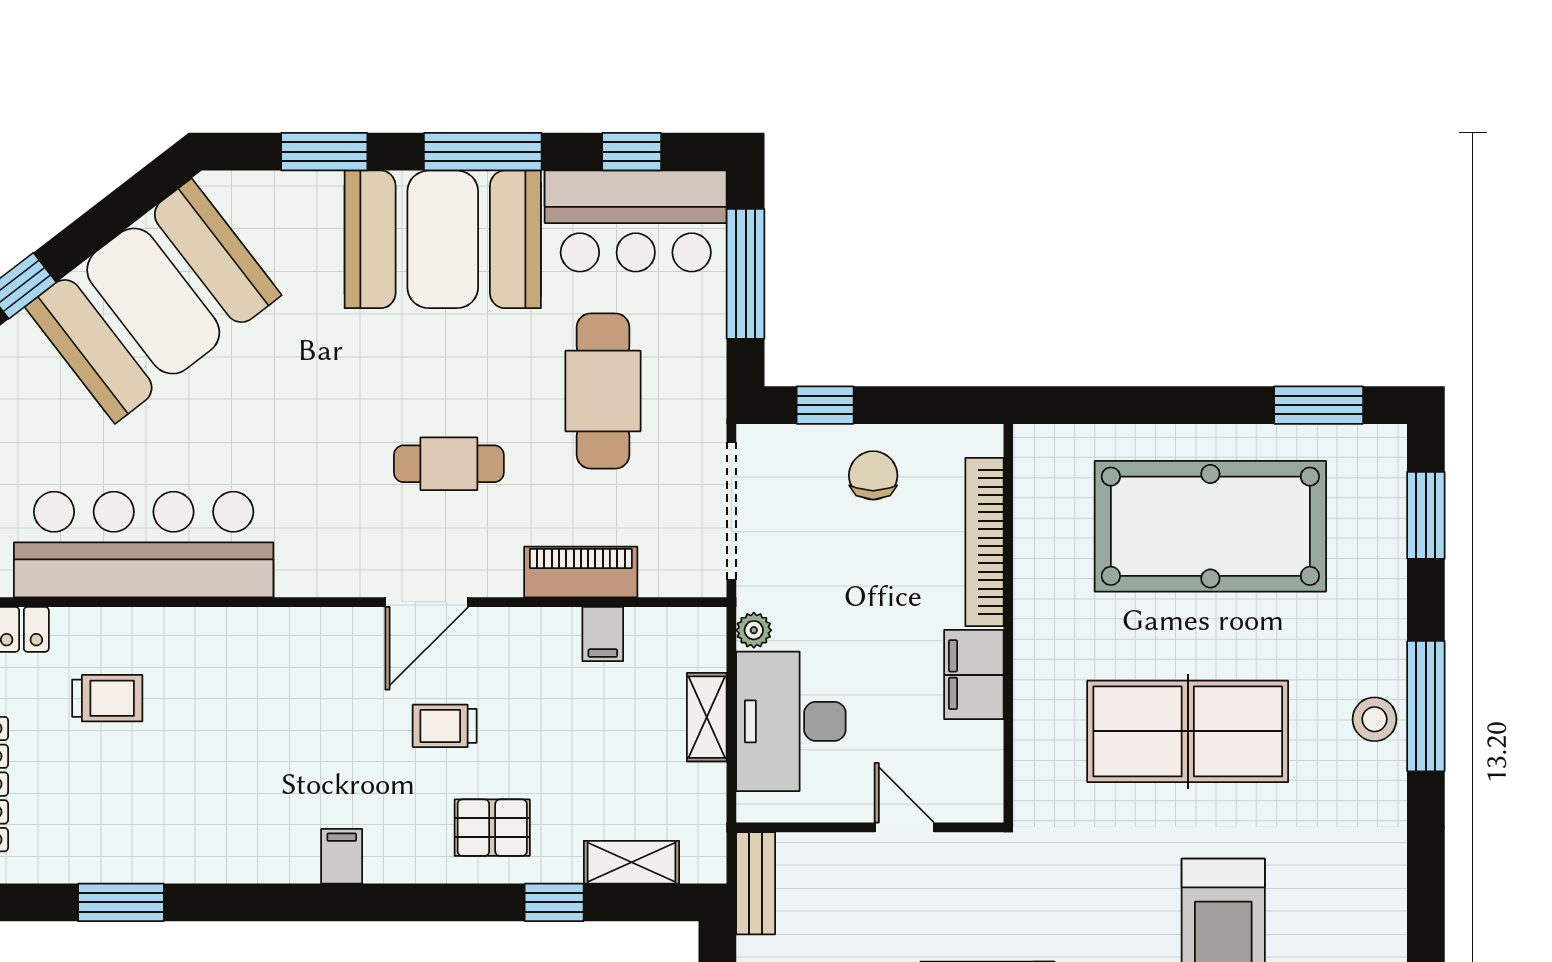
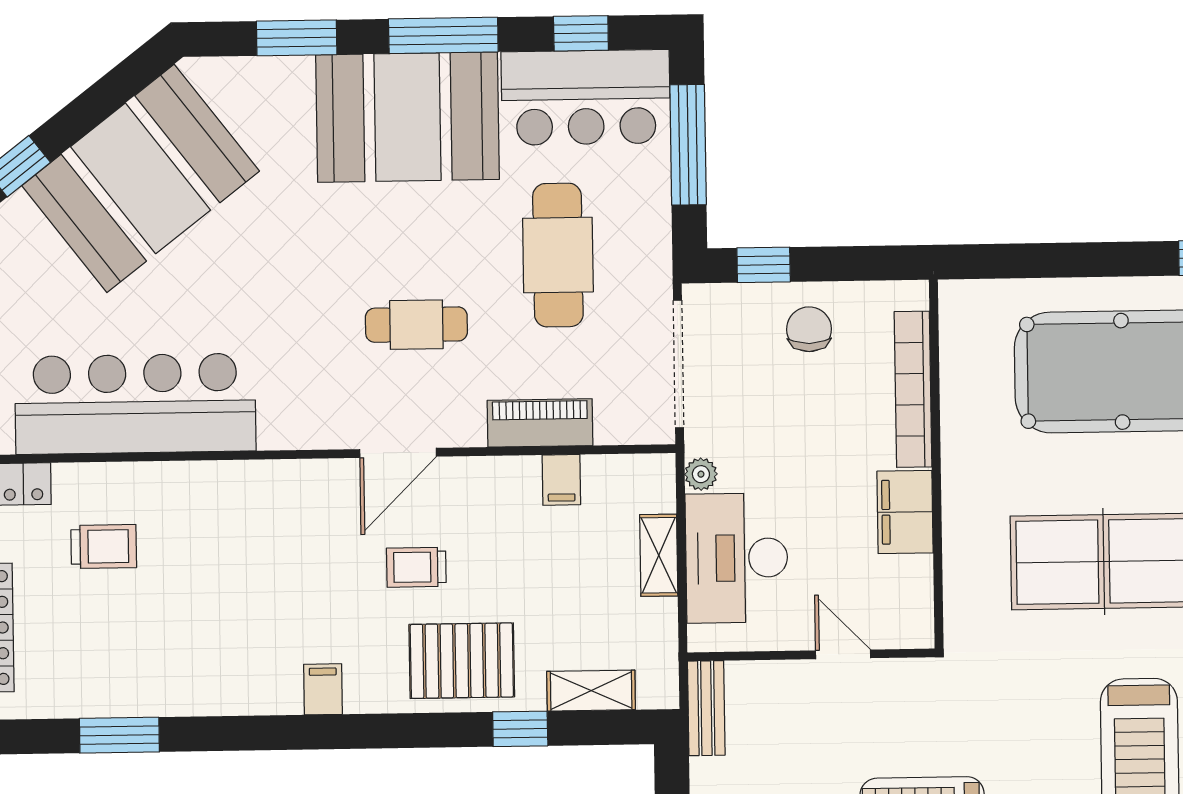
pallet: (492, 828) -> (462, 661), width x1.50, depth x1.42

